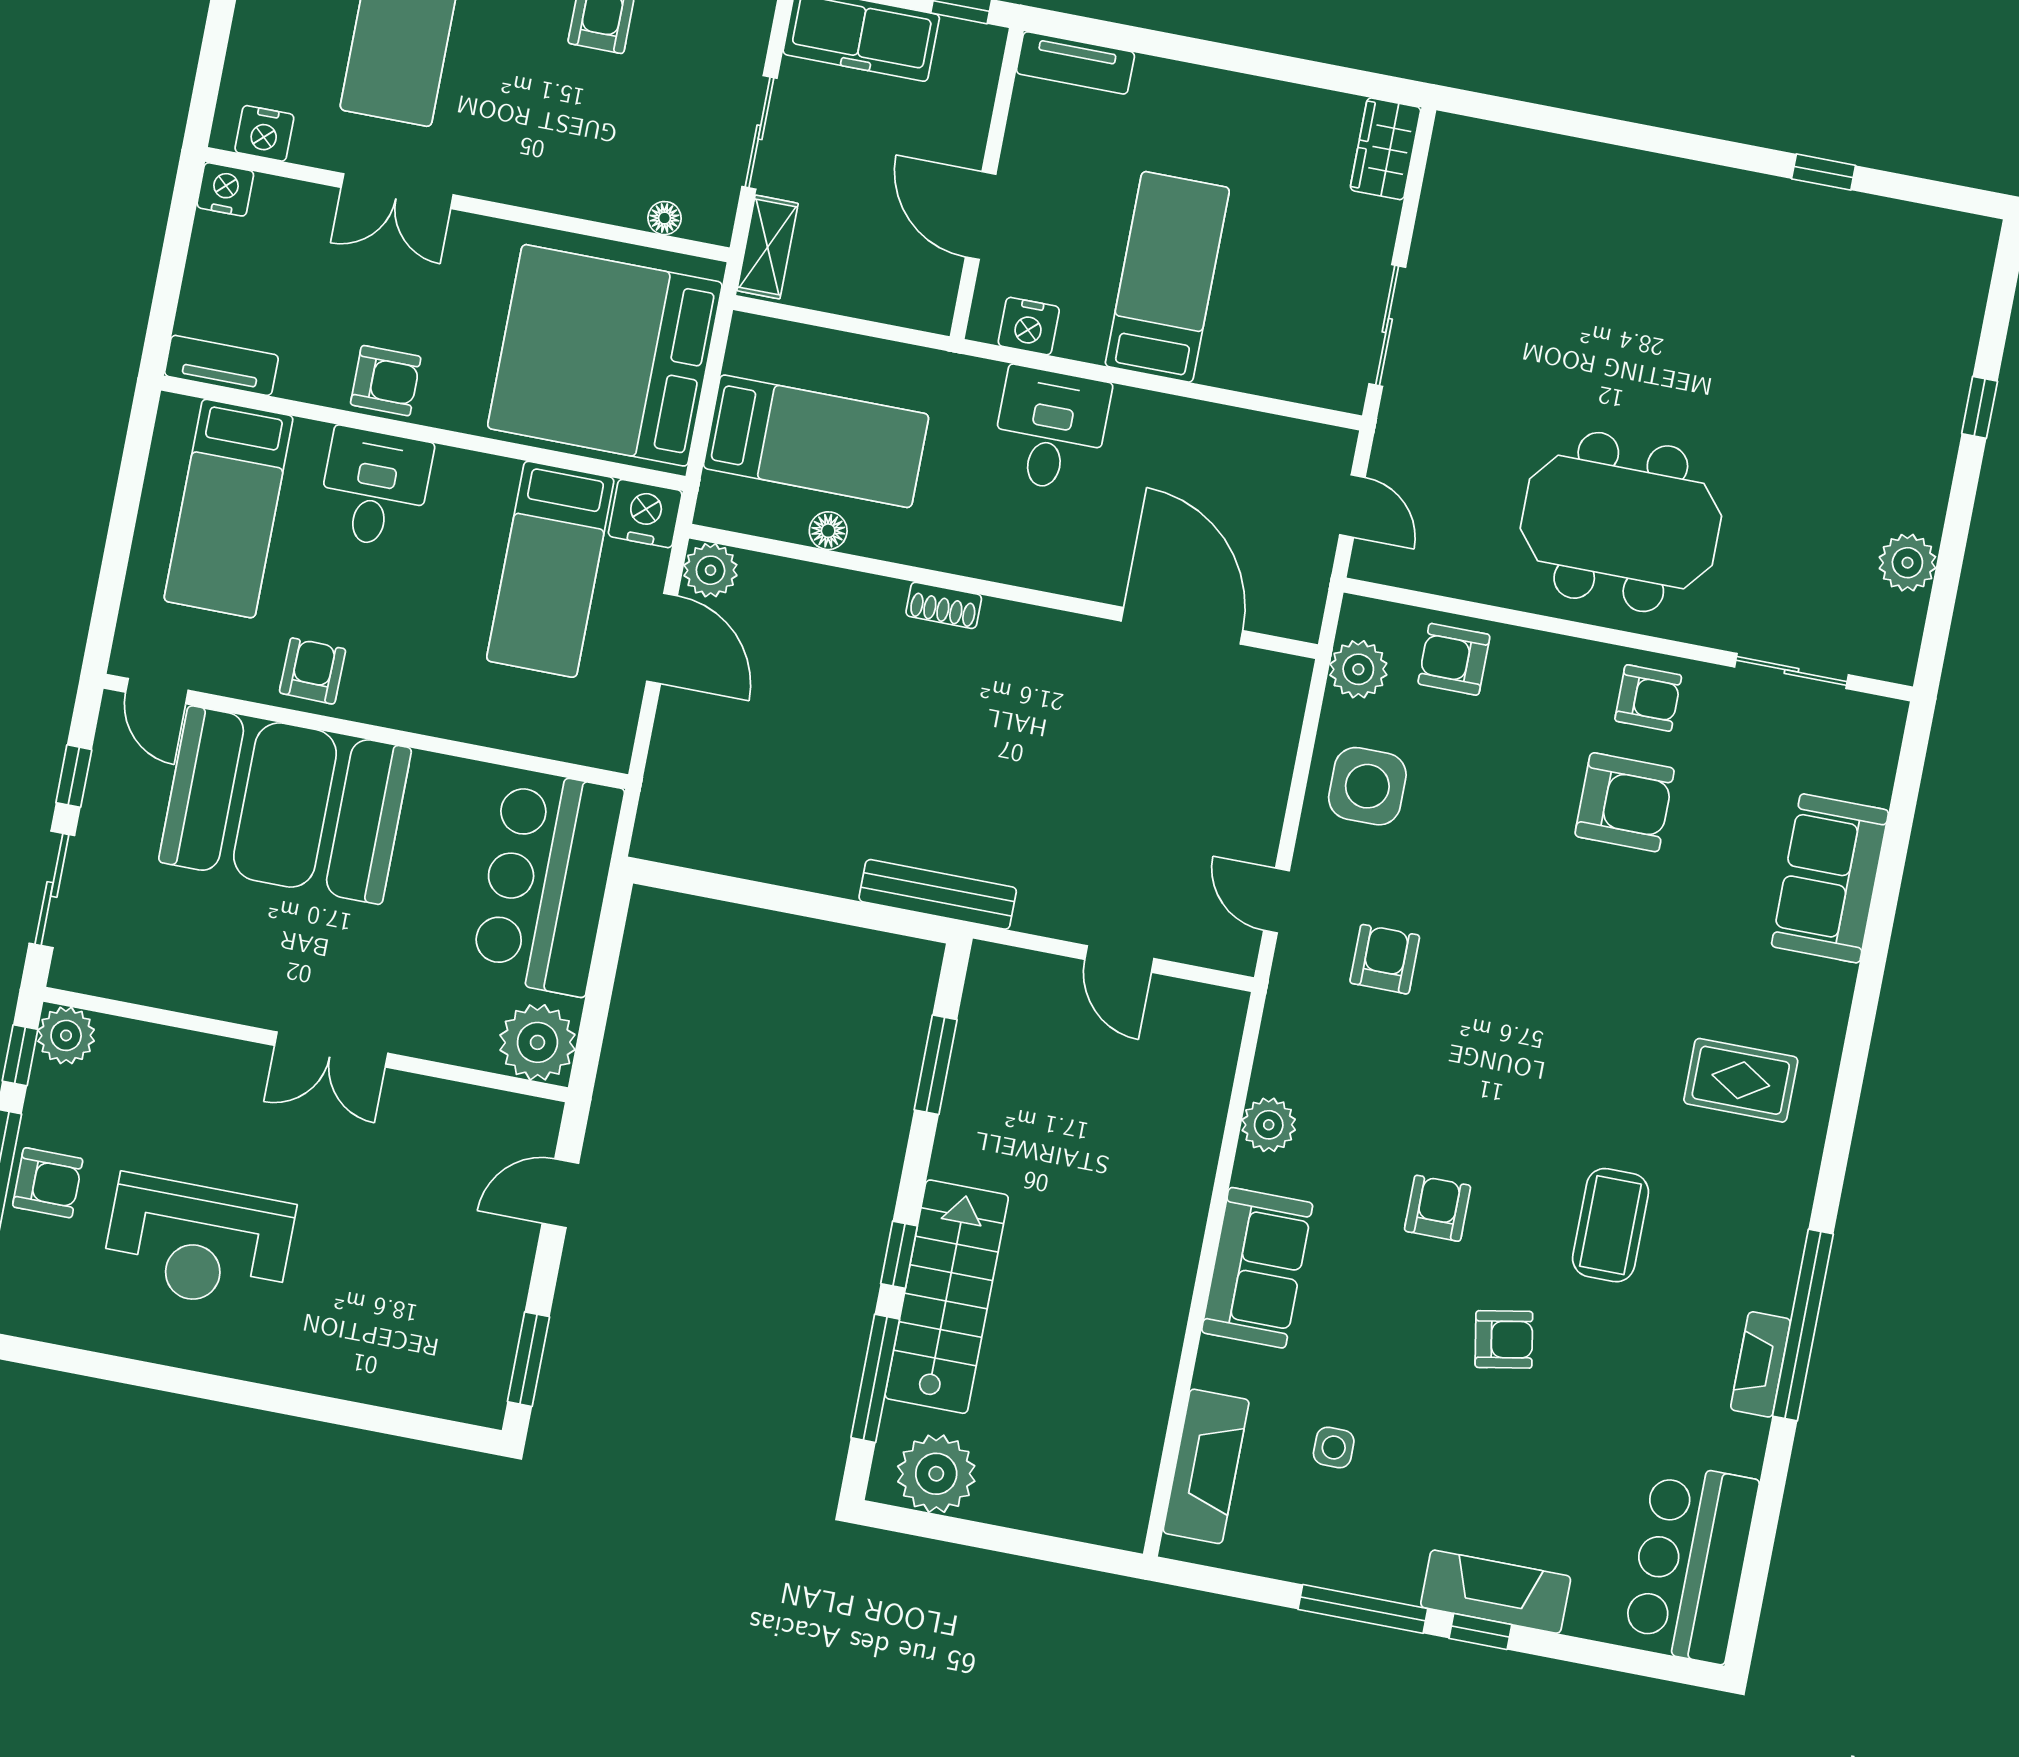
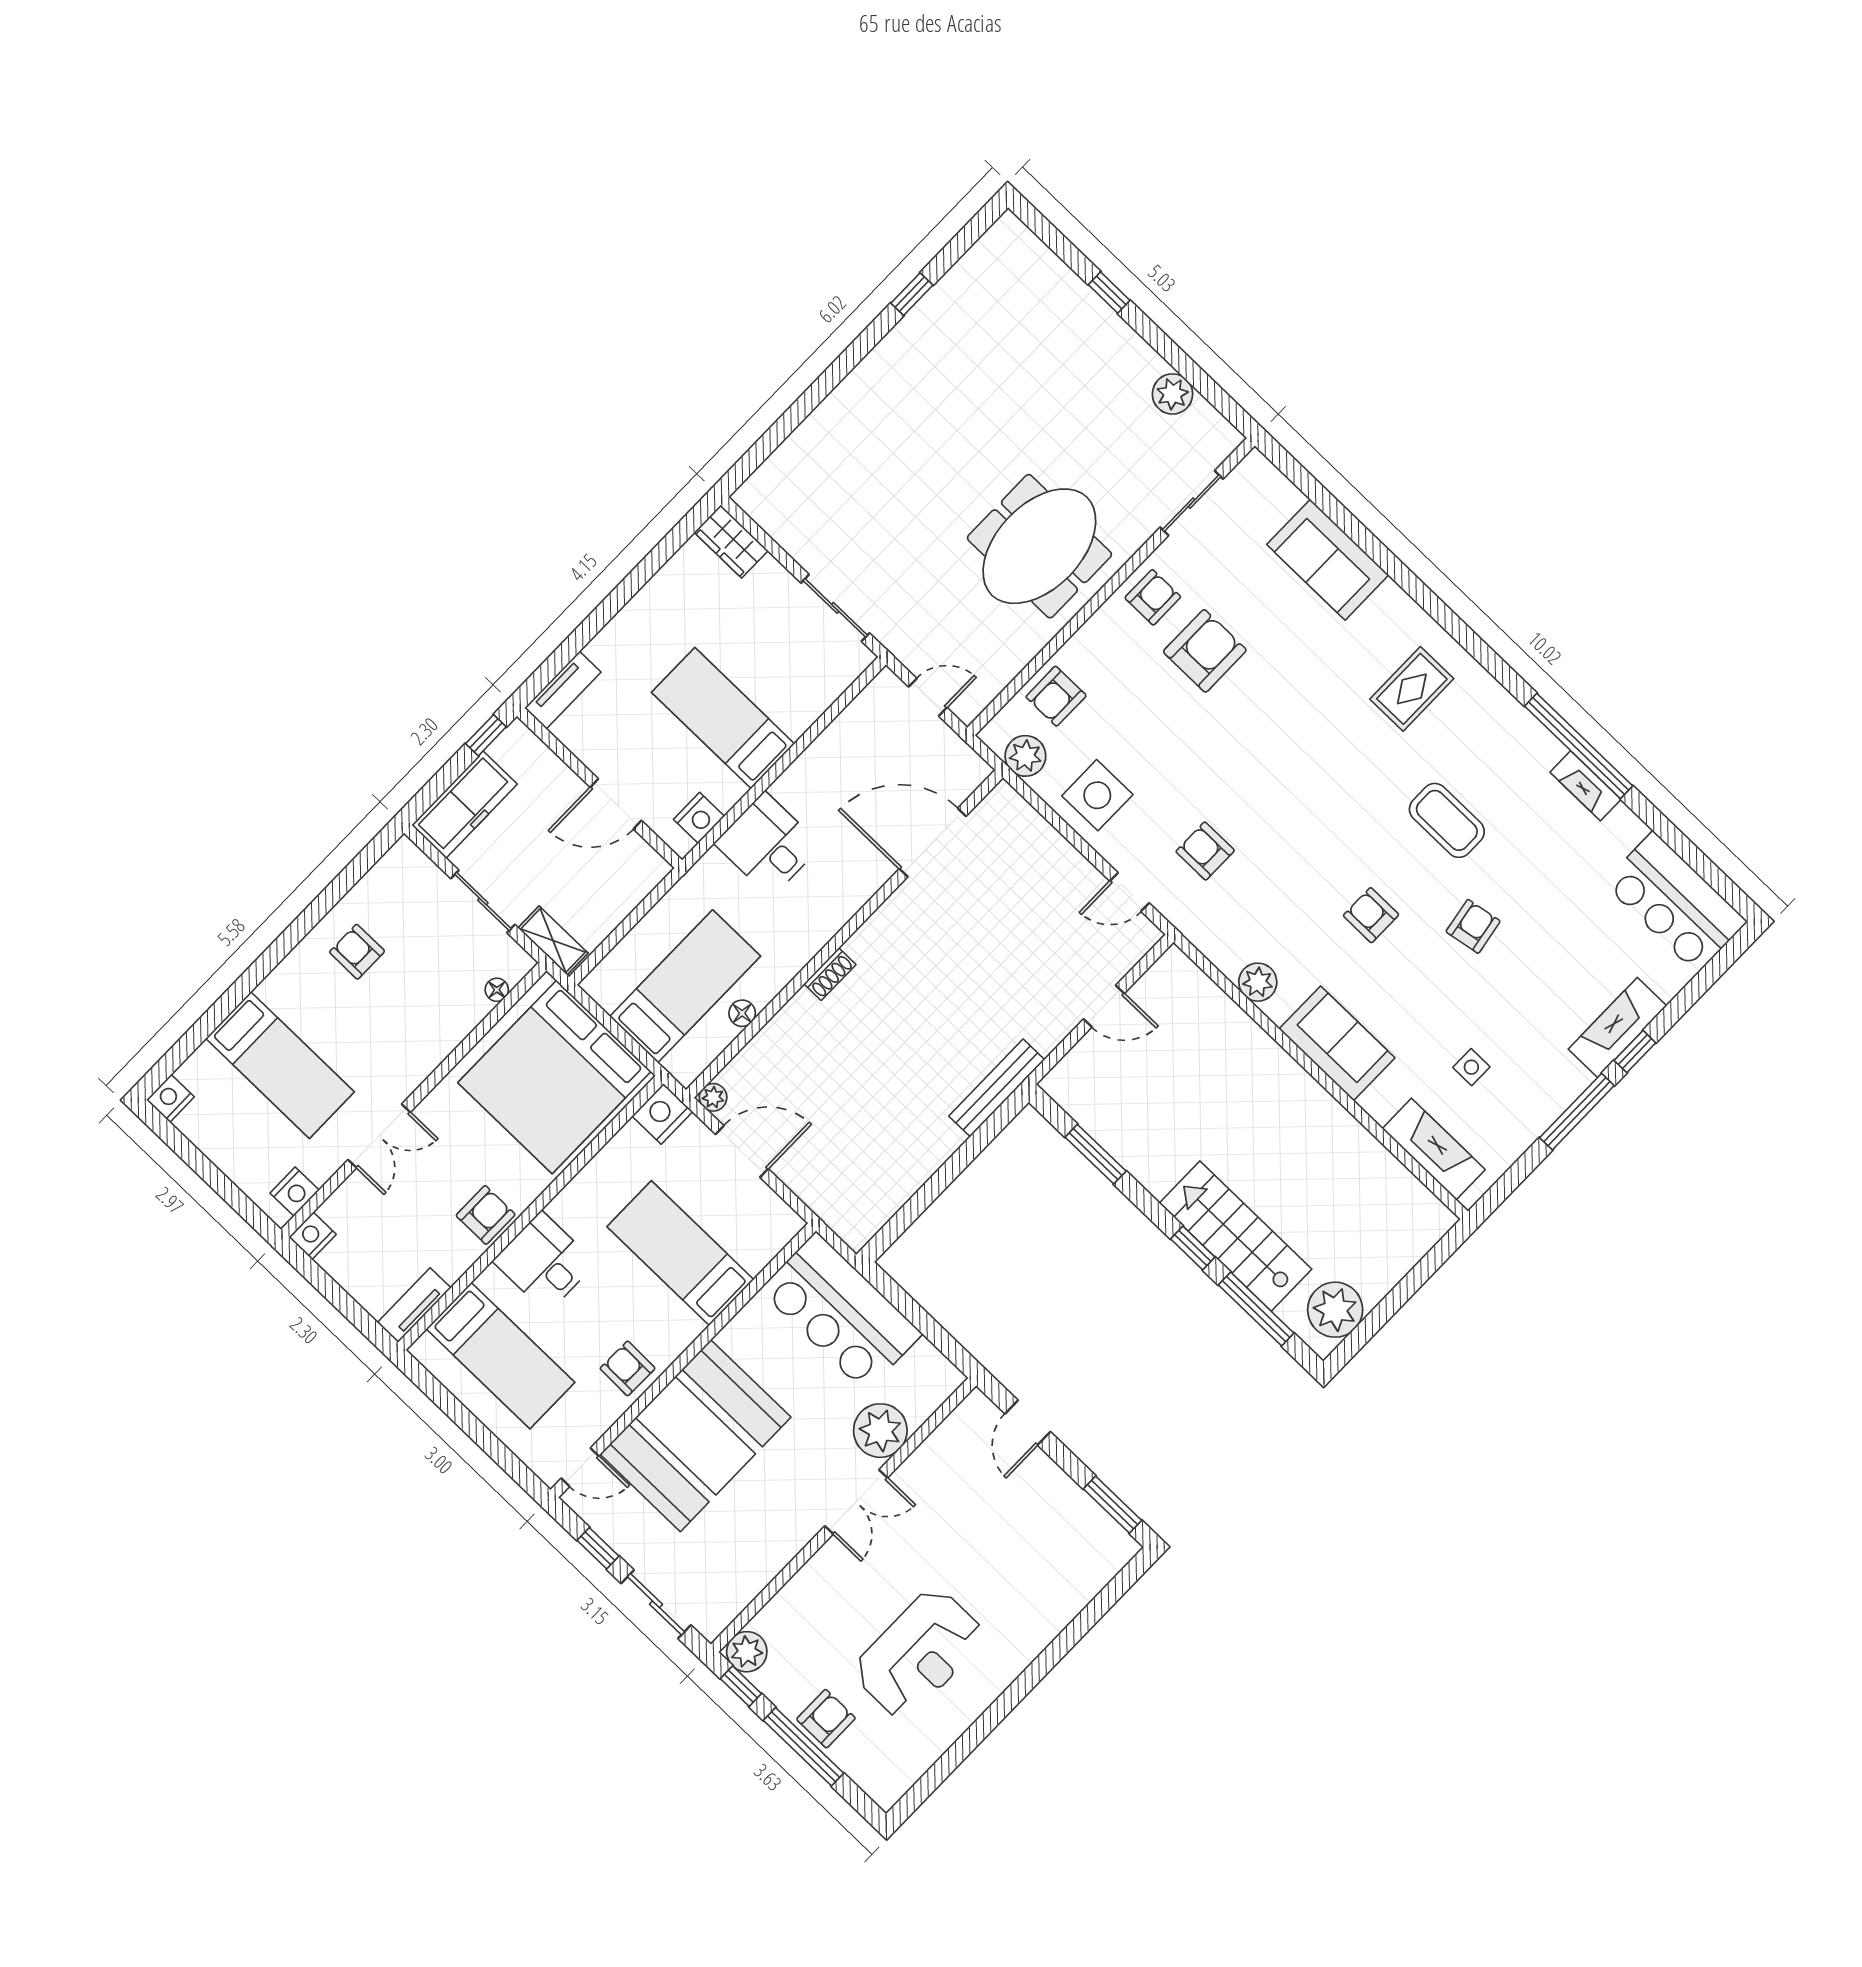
bed: (550, 569) -> (680, 1253), moved, turned 180
plant: (710, 570) -> (713, 1097), width x0.73, depth x0.73
plant: (537, 1042) -> (880, 1431), moved

